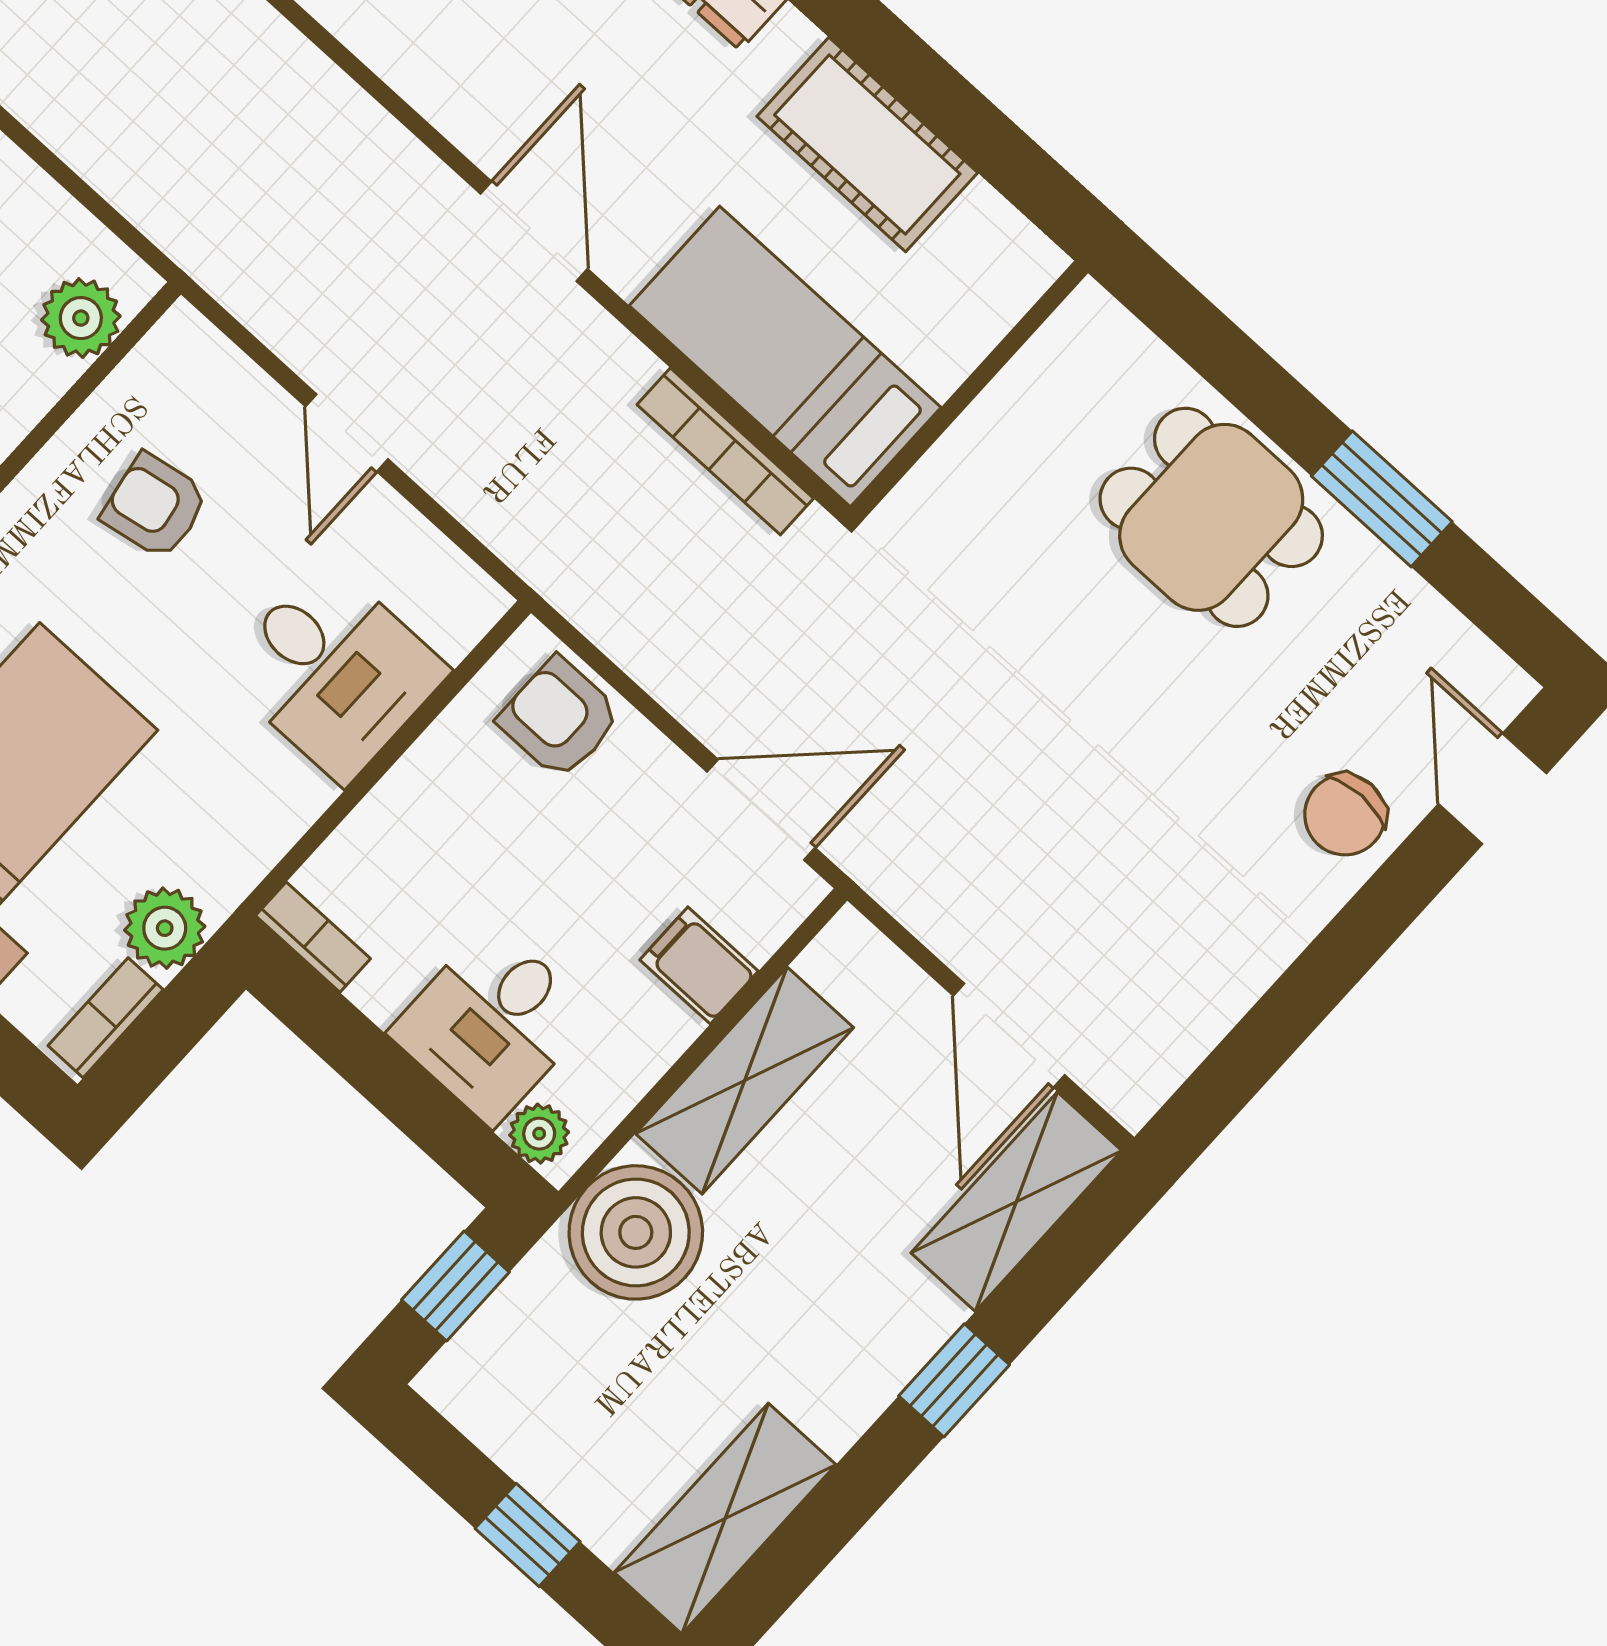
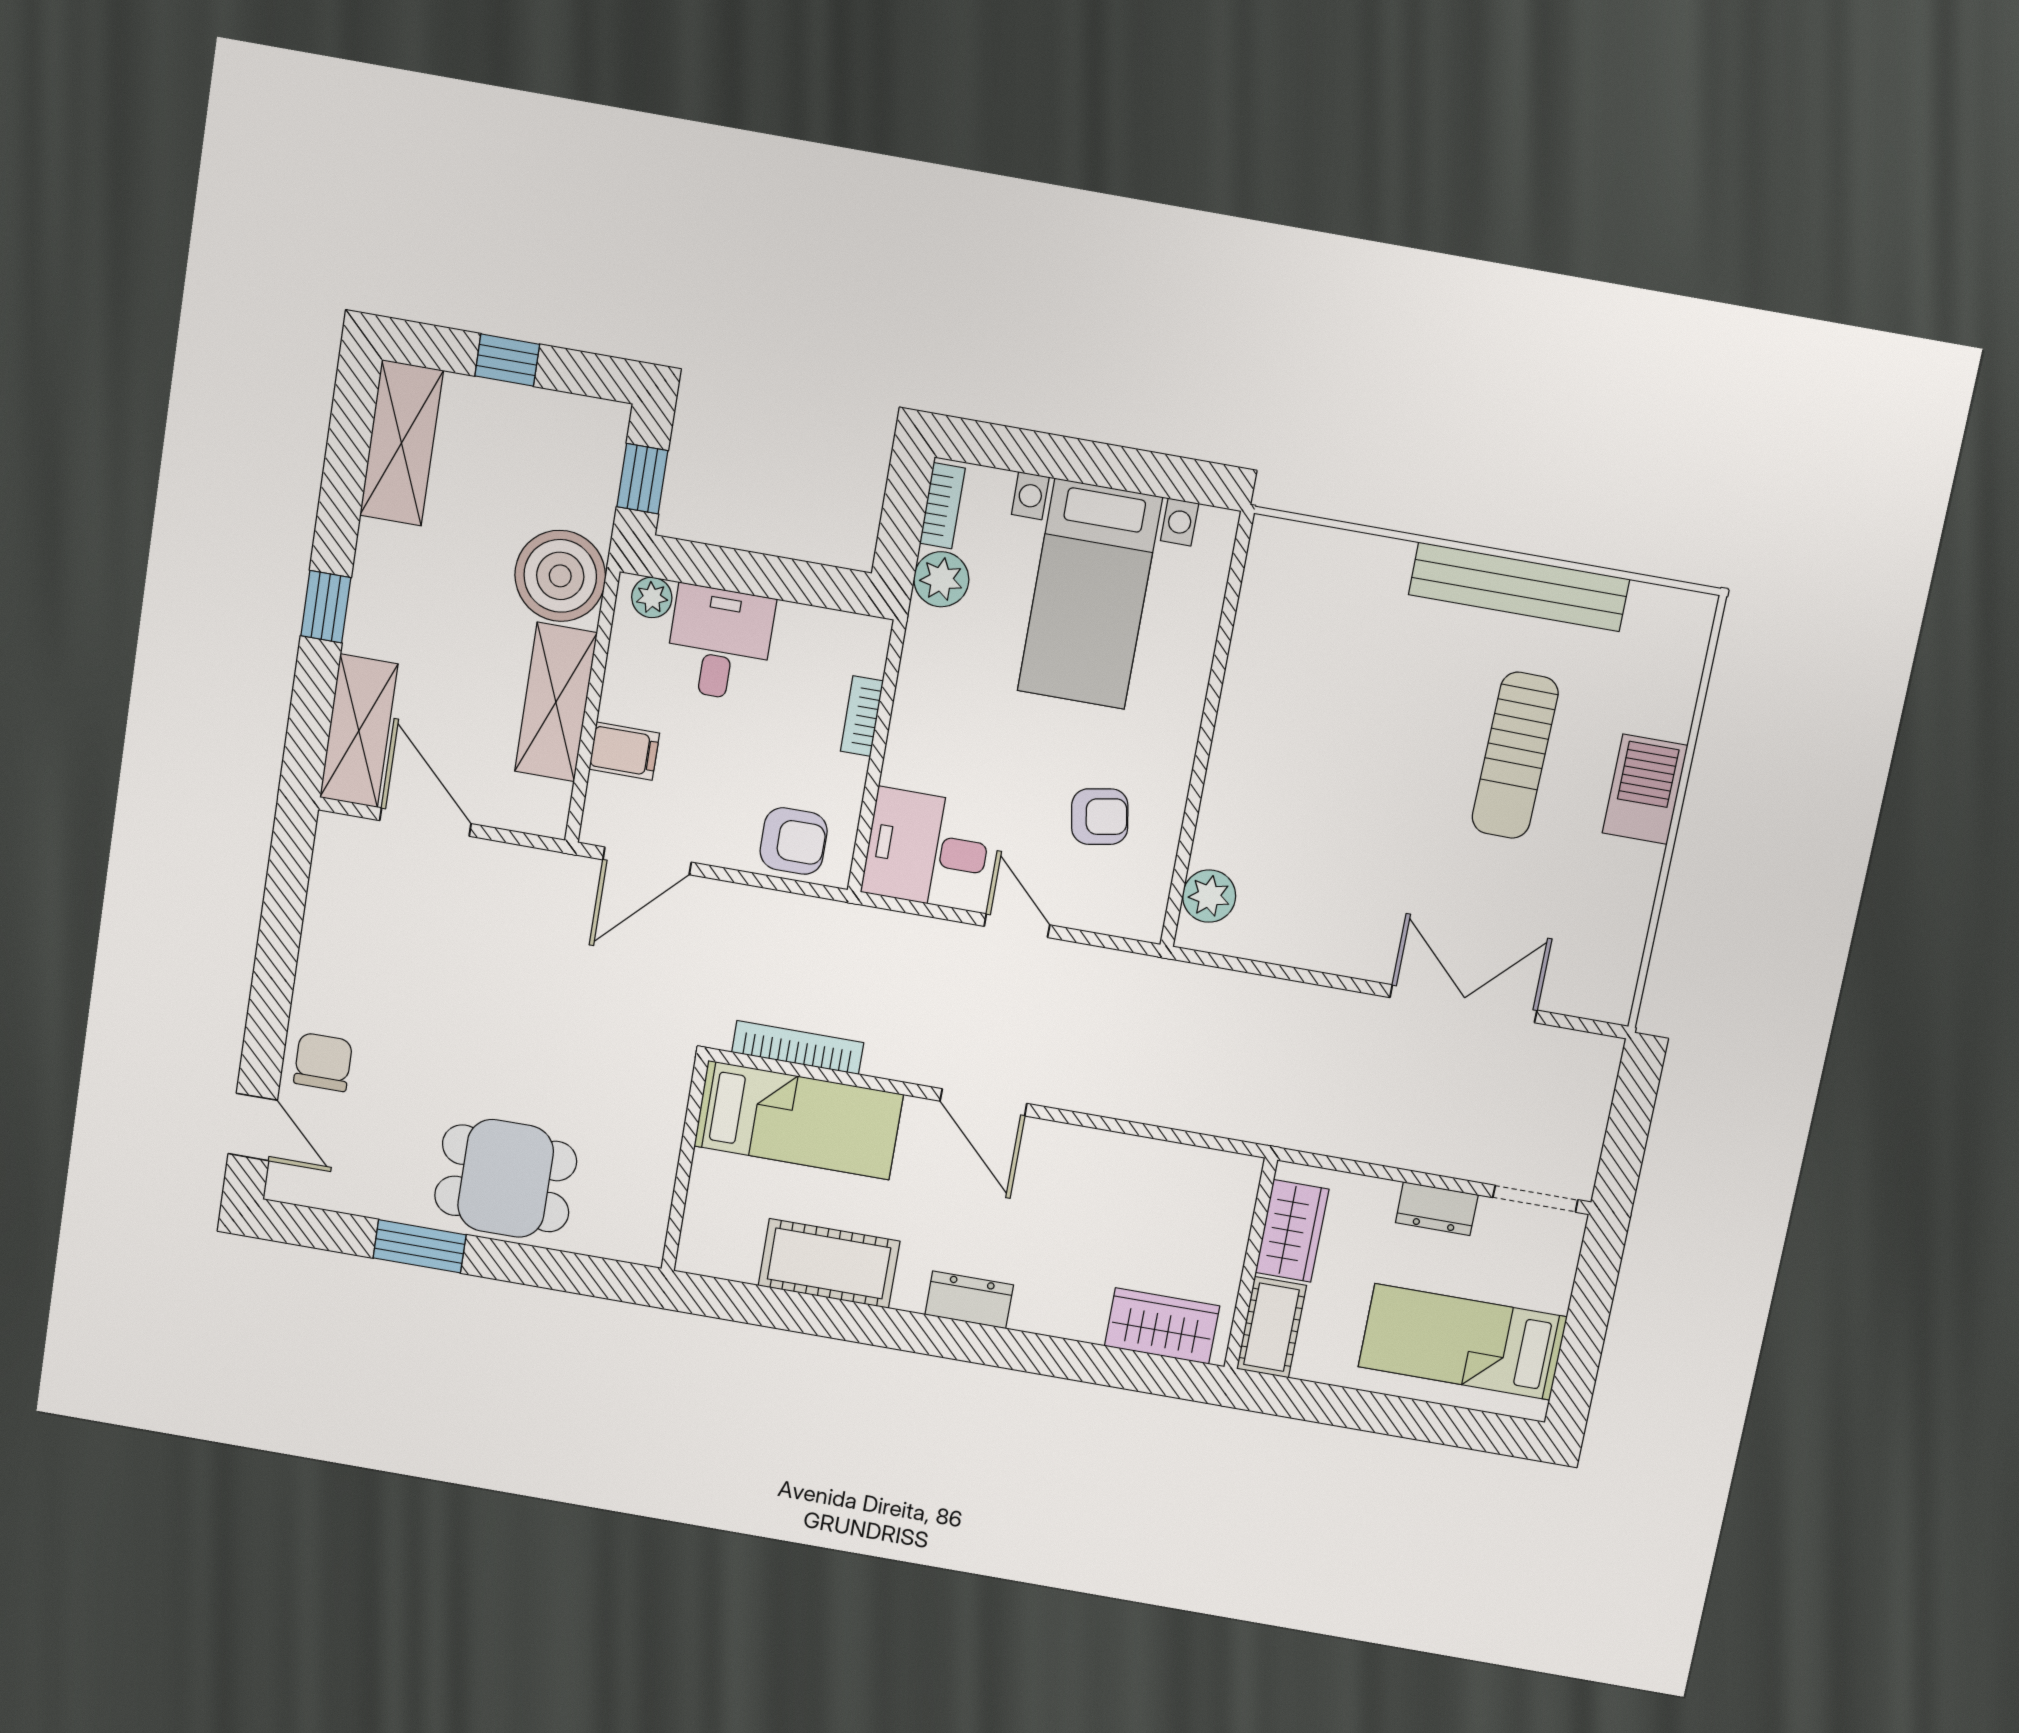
desk: (334, 671) -> (927, 849), moved
bookcase: (313, 937) -> (862, 716), moved, turned 90

